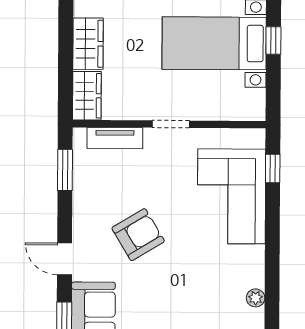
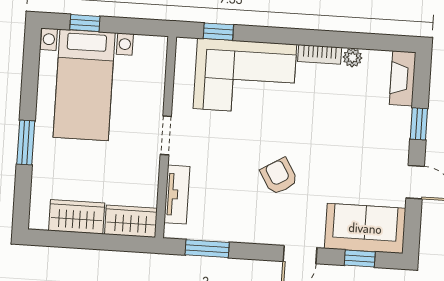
armchair: (138, 235) -> (279, 176), width x0.72, depth x0.72
bookcase: (257, 266) -> (320, 54), added

